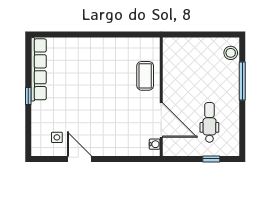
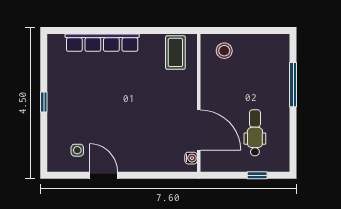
stool: (231, 53) -> (224, 51), moved
row of seats: (39, 69) -> (102, 43), moved, turned 90
coffee table: (145, 76) -> (175, 52), moved

